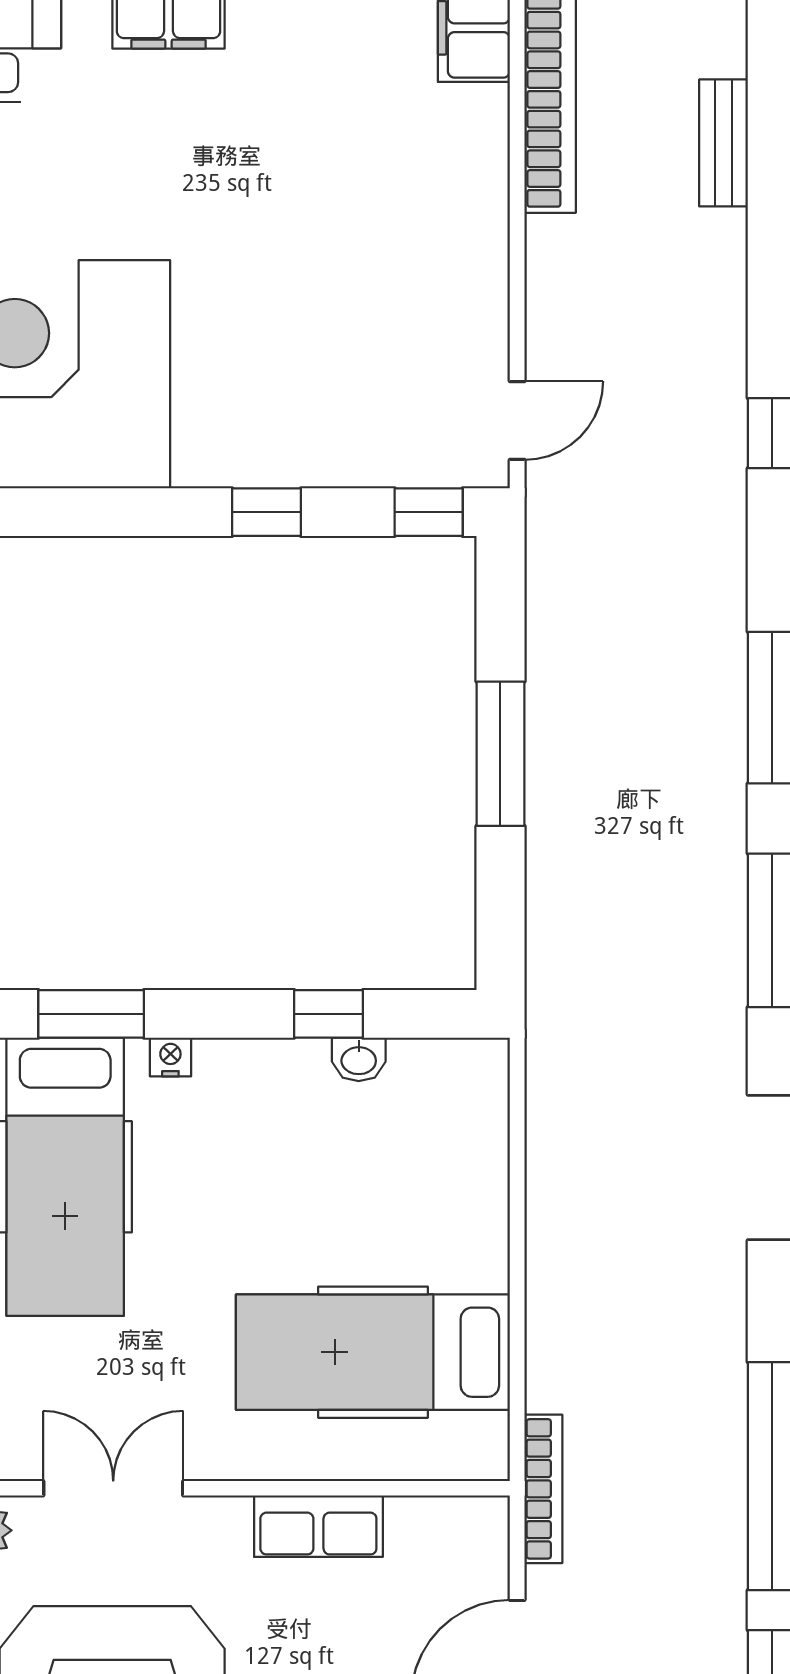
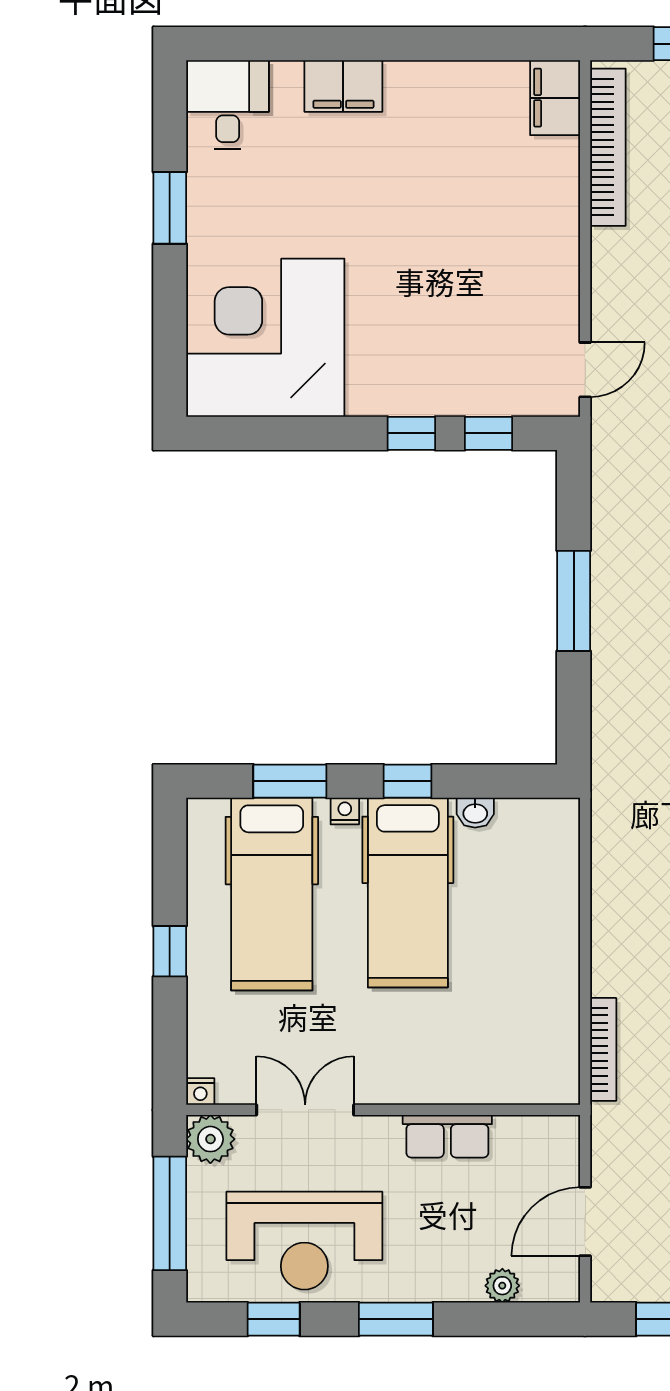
window: (429, 512) -> (488, 433), moved
window: (328, 1014) -> (408, 781), moved
hospital bed: (373, 1352) -> (408, 893), moved, turned -90
bookcase: (543, 1489) -> (603, 1049), moved

